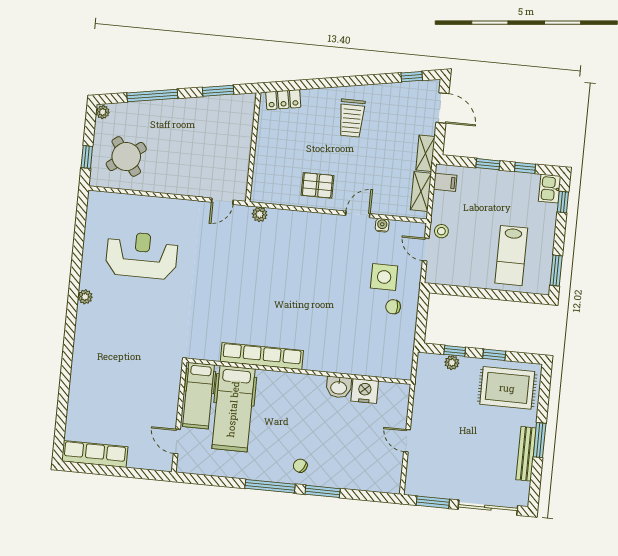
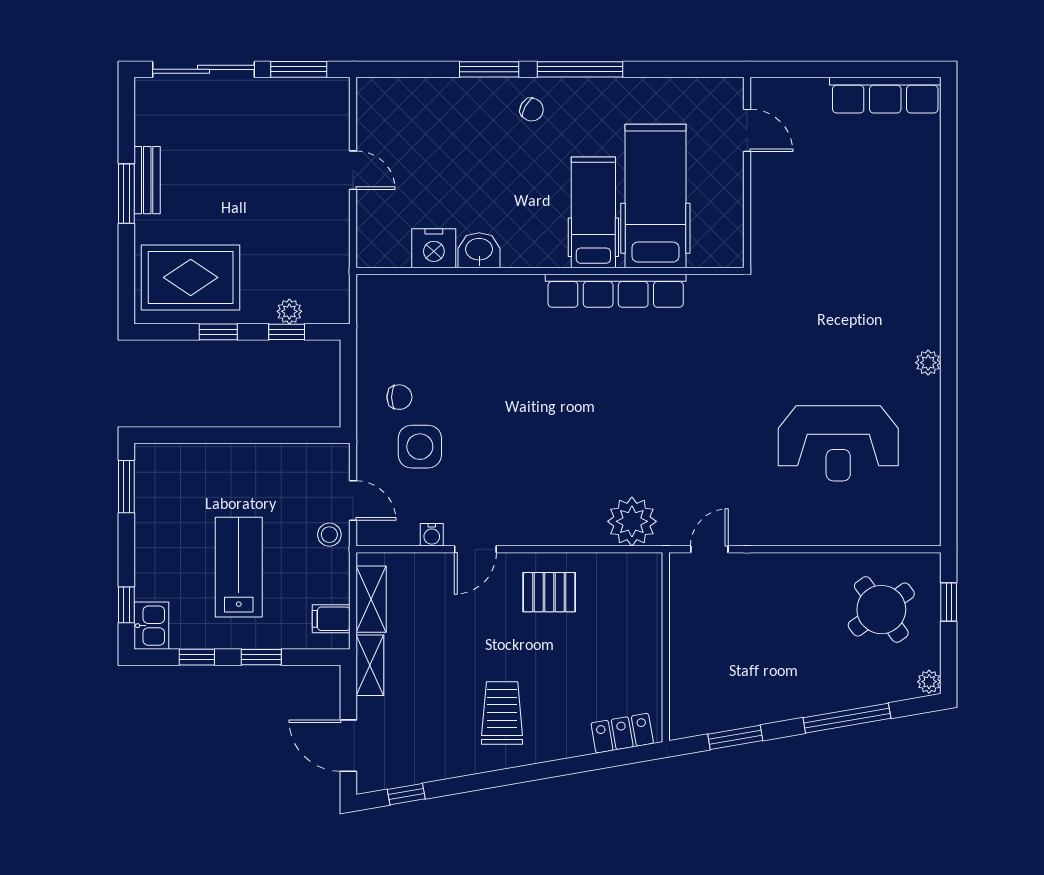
plant: (260, 214) -> (632, 521), width x1.87, depth x1.87
lab bench: (511, 256) -> (239, 567), moved
hospital bed: (199, 396) -> (593, 212), moved
bench: (526, 454) -> (147, 180), width x0.73

